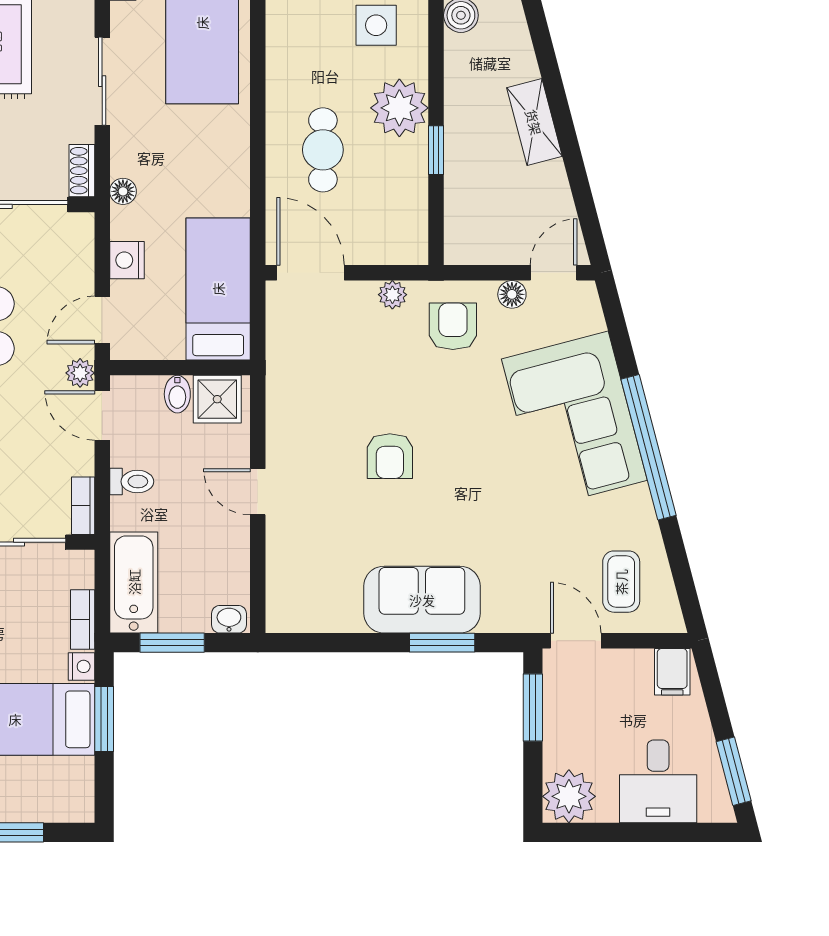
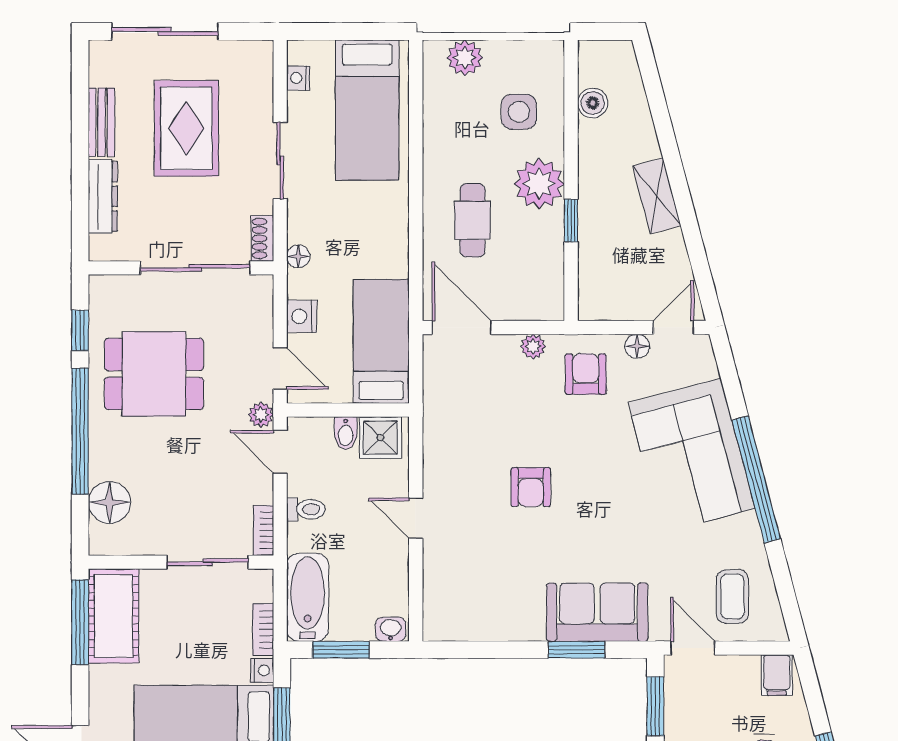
door: (102, 320) -> (280, 369), swing flipped
sofa: (422, 600) -> (597, 612), moved

